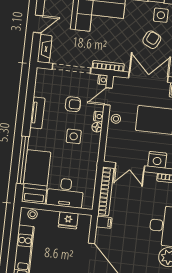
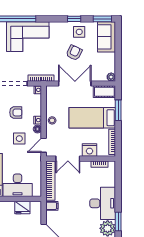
door: (108, 97) -> (44, 145), moved

